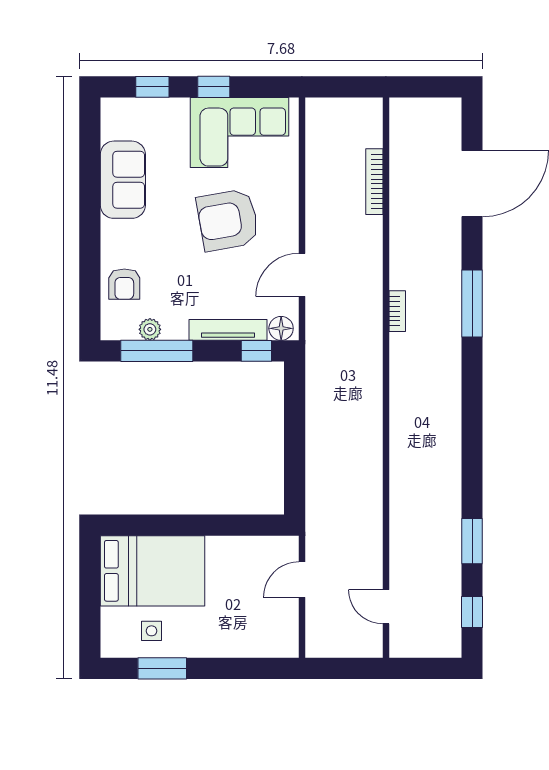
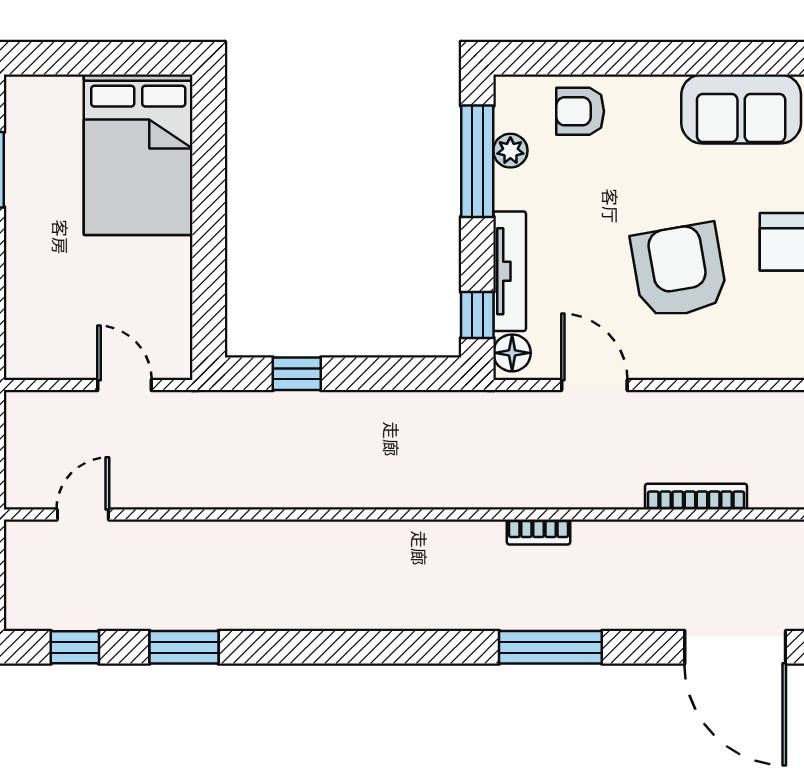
bookcase: (374, 182) -> (696, 497), moved
window: (295, 468) -> (297, 374), added
side table: (151, 631) -> (46, 153), removed

